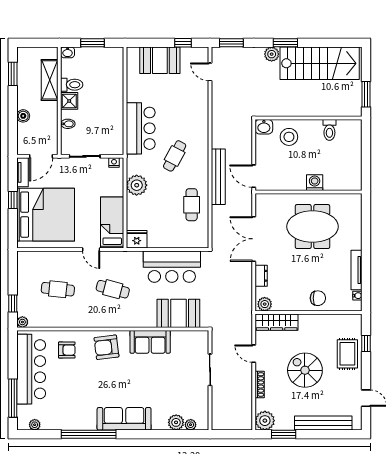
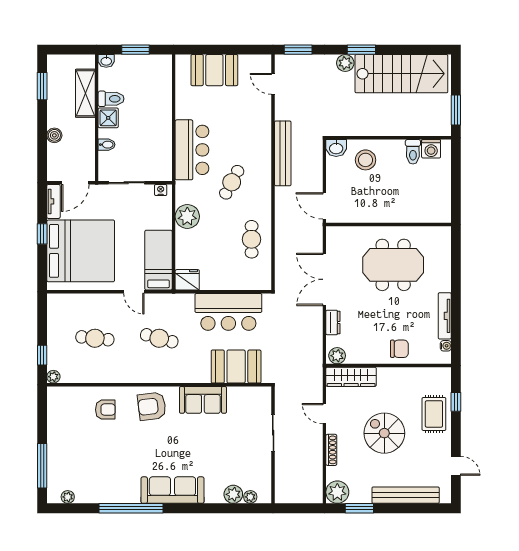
window: (183, 43) -> (241, 50), removed
bench: (218, 177) -> (283, 153), moved
washing machine: (315, 183) -> (431, 149), moved, turned 180
bar counter: (31, 369) -> (64, 432), removed

